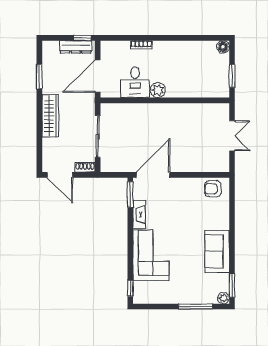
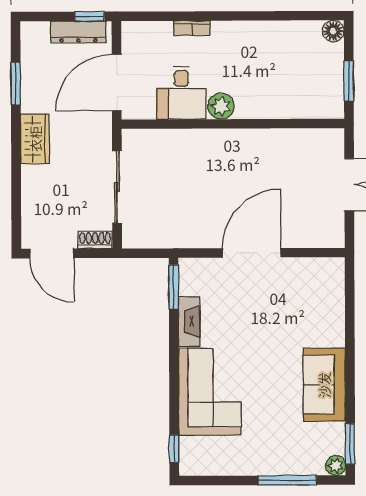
wardrobe: (50, 116) -> (35, 139), width x0.67
door: (153, 175) -> (252, 253), moved
armchair: (213, 189) -> (316, 276), removed

